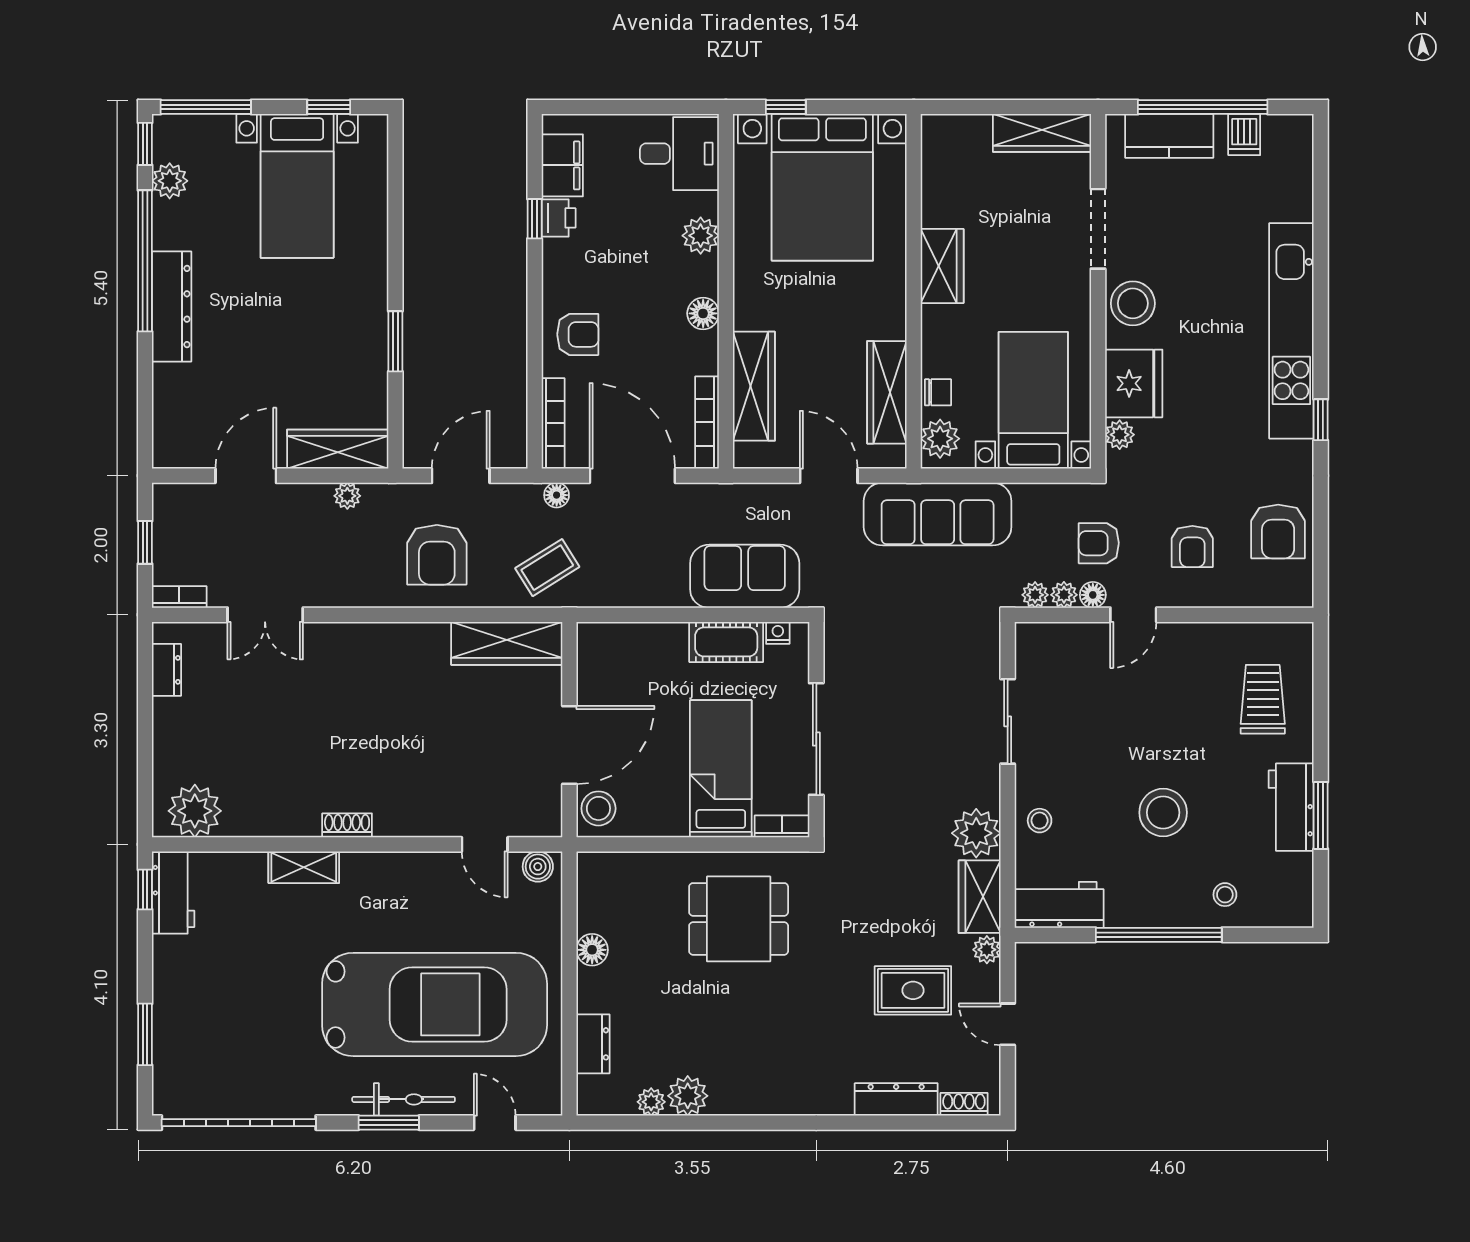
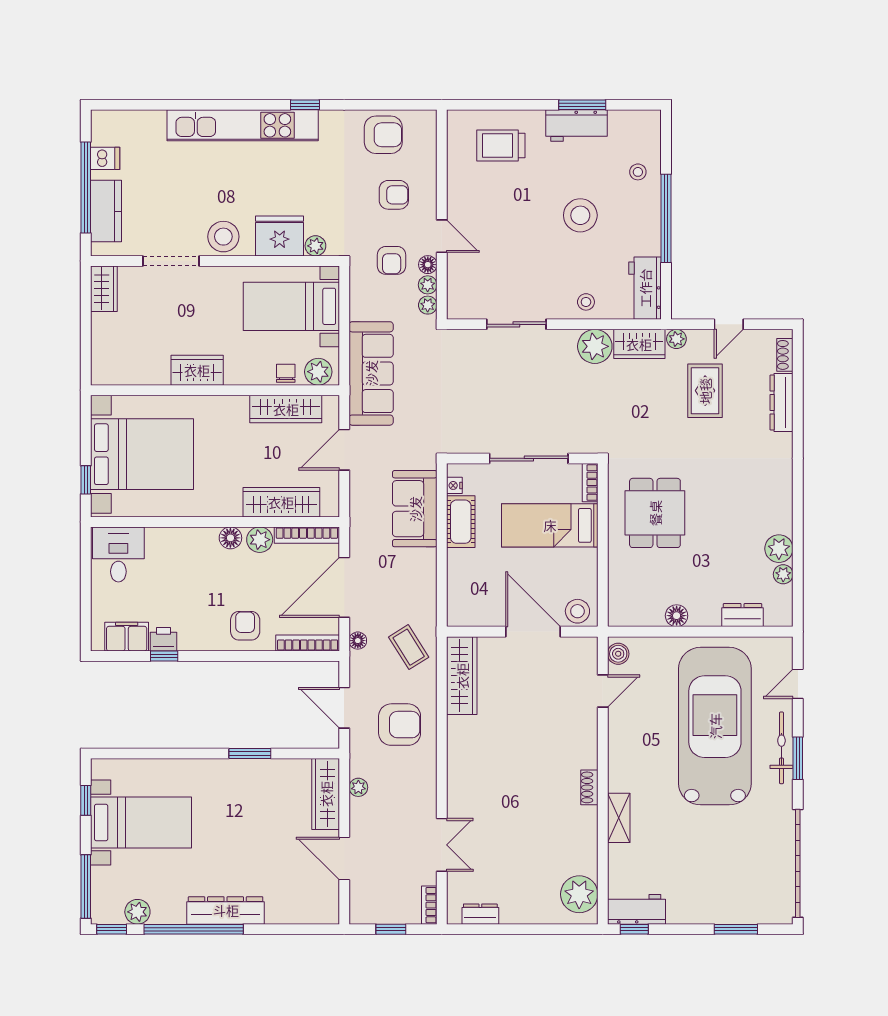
wardrobe: (1042, 133) -> (104, 289), width x0.67
plant: (701, 236) -> (260, 540), moved

